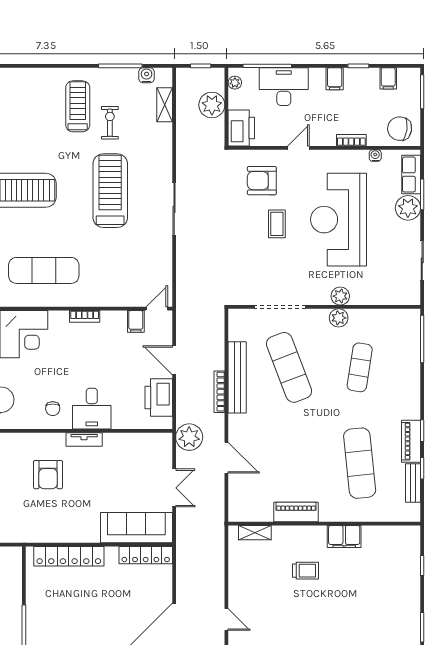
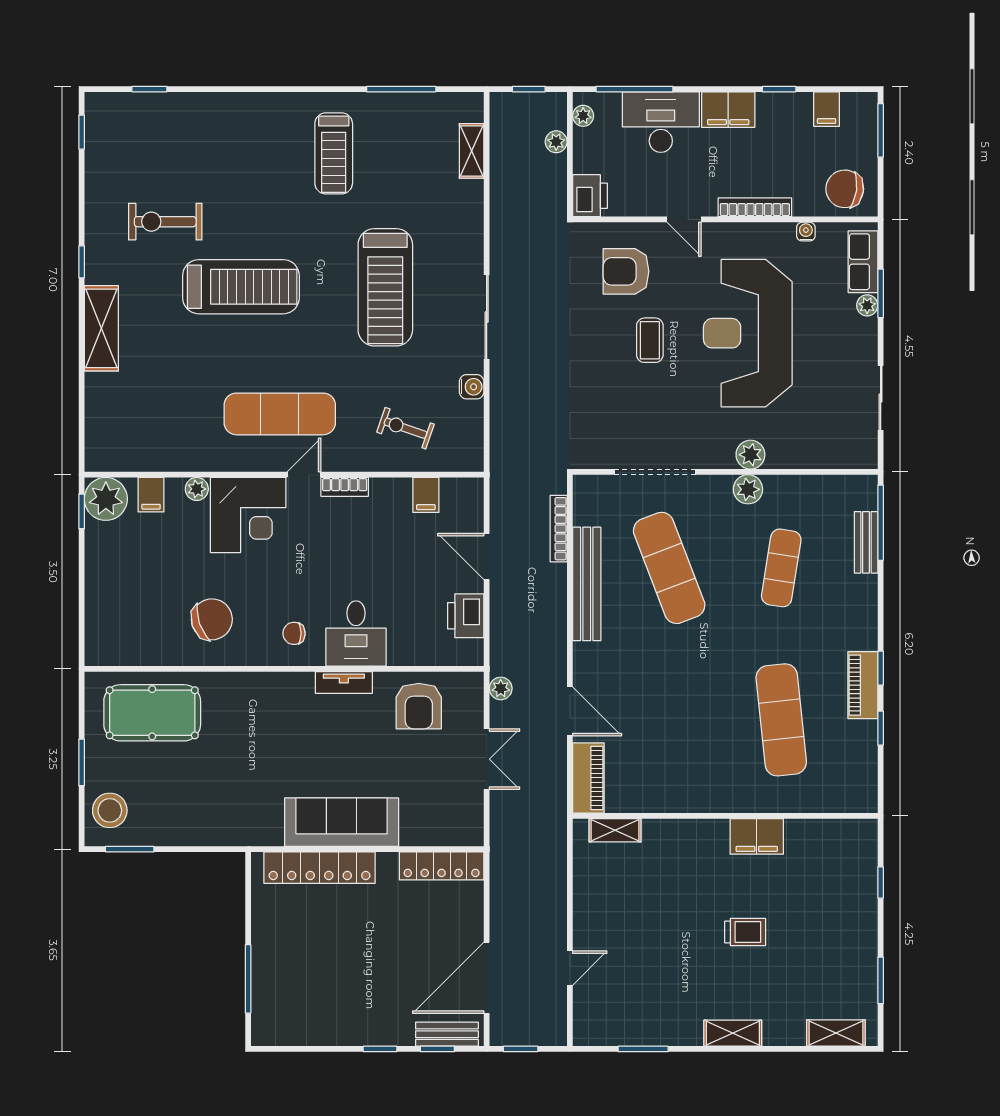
water cooler: (147, 75) -> (472, 387), moved, turned 90
filing cabinet: (335, 79) -> (728, 110), width x2.00
plant: (212, 105) -> (556, 142), width x0.53, depth x0.53
treadmill: (78, 106) -> (334, 153), turned 180
exercise bike: (110, 123) -> (405, 428), moved, turned -71
printer: (241, 128) -> (590, 196), width x0.73, depth x0.84
bookcase: (351, 140) -> (755, 207), width x1.56
door: (298, 148) -> (684, 219), swing flipped
treadmill: (110, 191) -> (385, 287), turned 180
plant: (408, 208) -> (867, 305), width x0.53, depth x0.53
door: (157, 309) -> (304, 475), moved
bookcase: (219, 392) -> (559, 529), moved
printer: (159, 398) -> (466, 616), width x0.73, depth x0.84
chair: (53, 409) -> (294, 633), turned 90
plant: (189, 437) -> (501, 688), width x0.53, depth x0.53
armchair: (48, 475) -> (419, 706), moved
bench: (413, 483) -> (866, 542), moved
piano: (296, 512) -> (588, 778), moved, turned 90
sofa: (136, 528) -> (342, 822), moved
trolley: (306, 571) -> (745, 932), moved
door: (226, 620) -> (570, 968), hinge flipped

